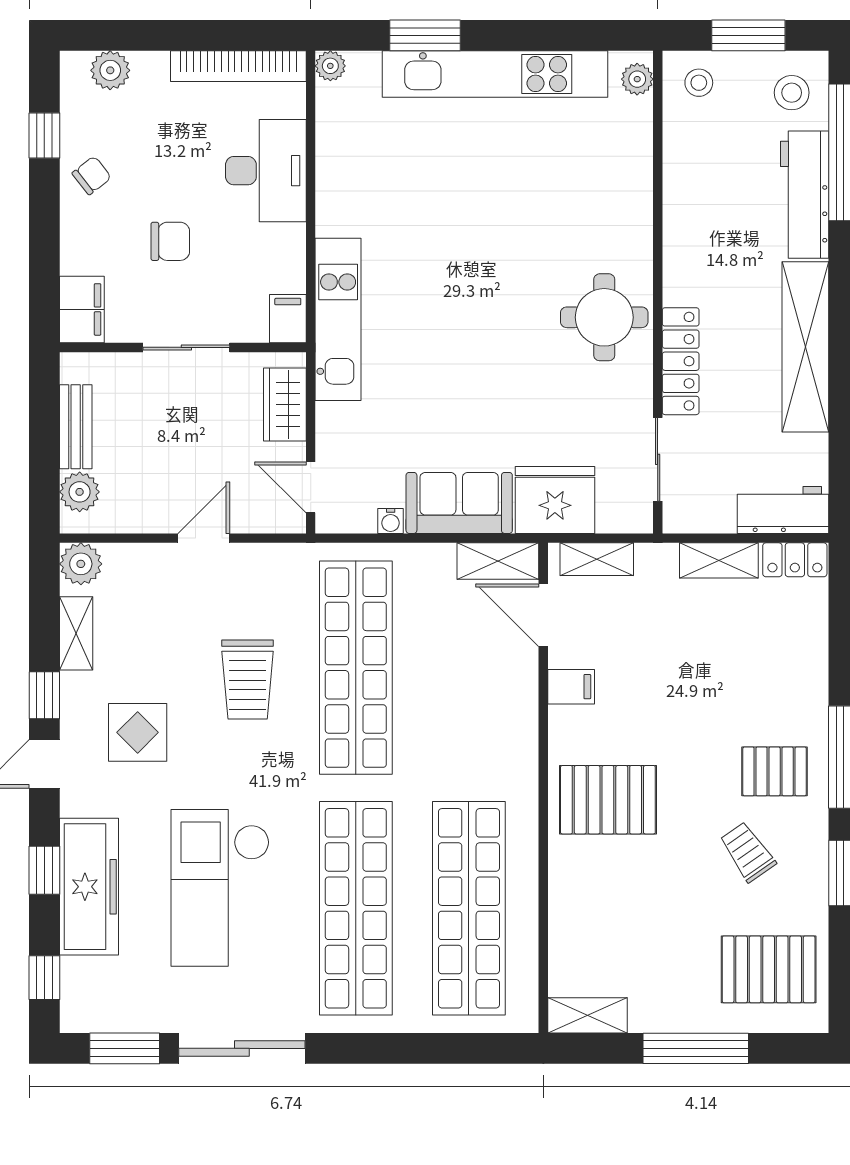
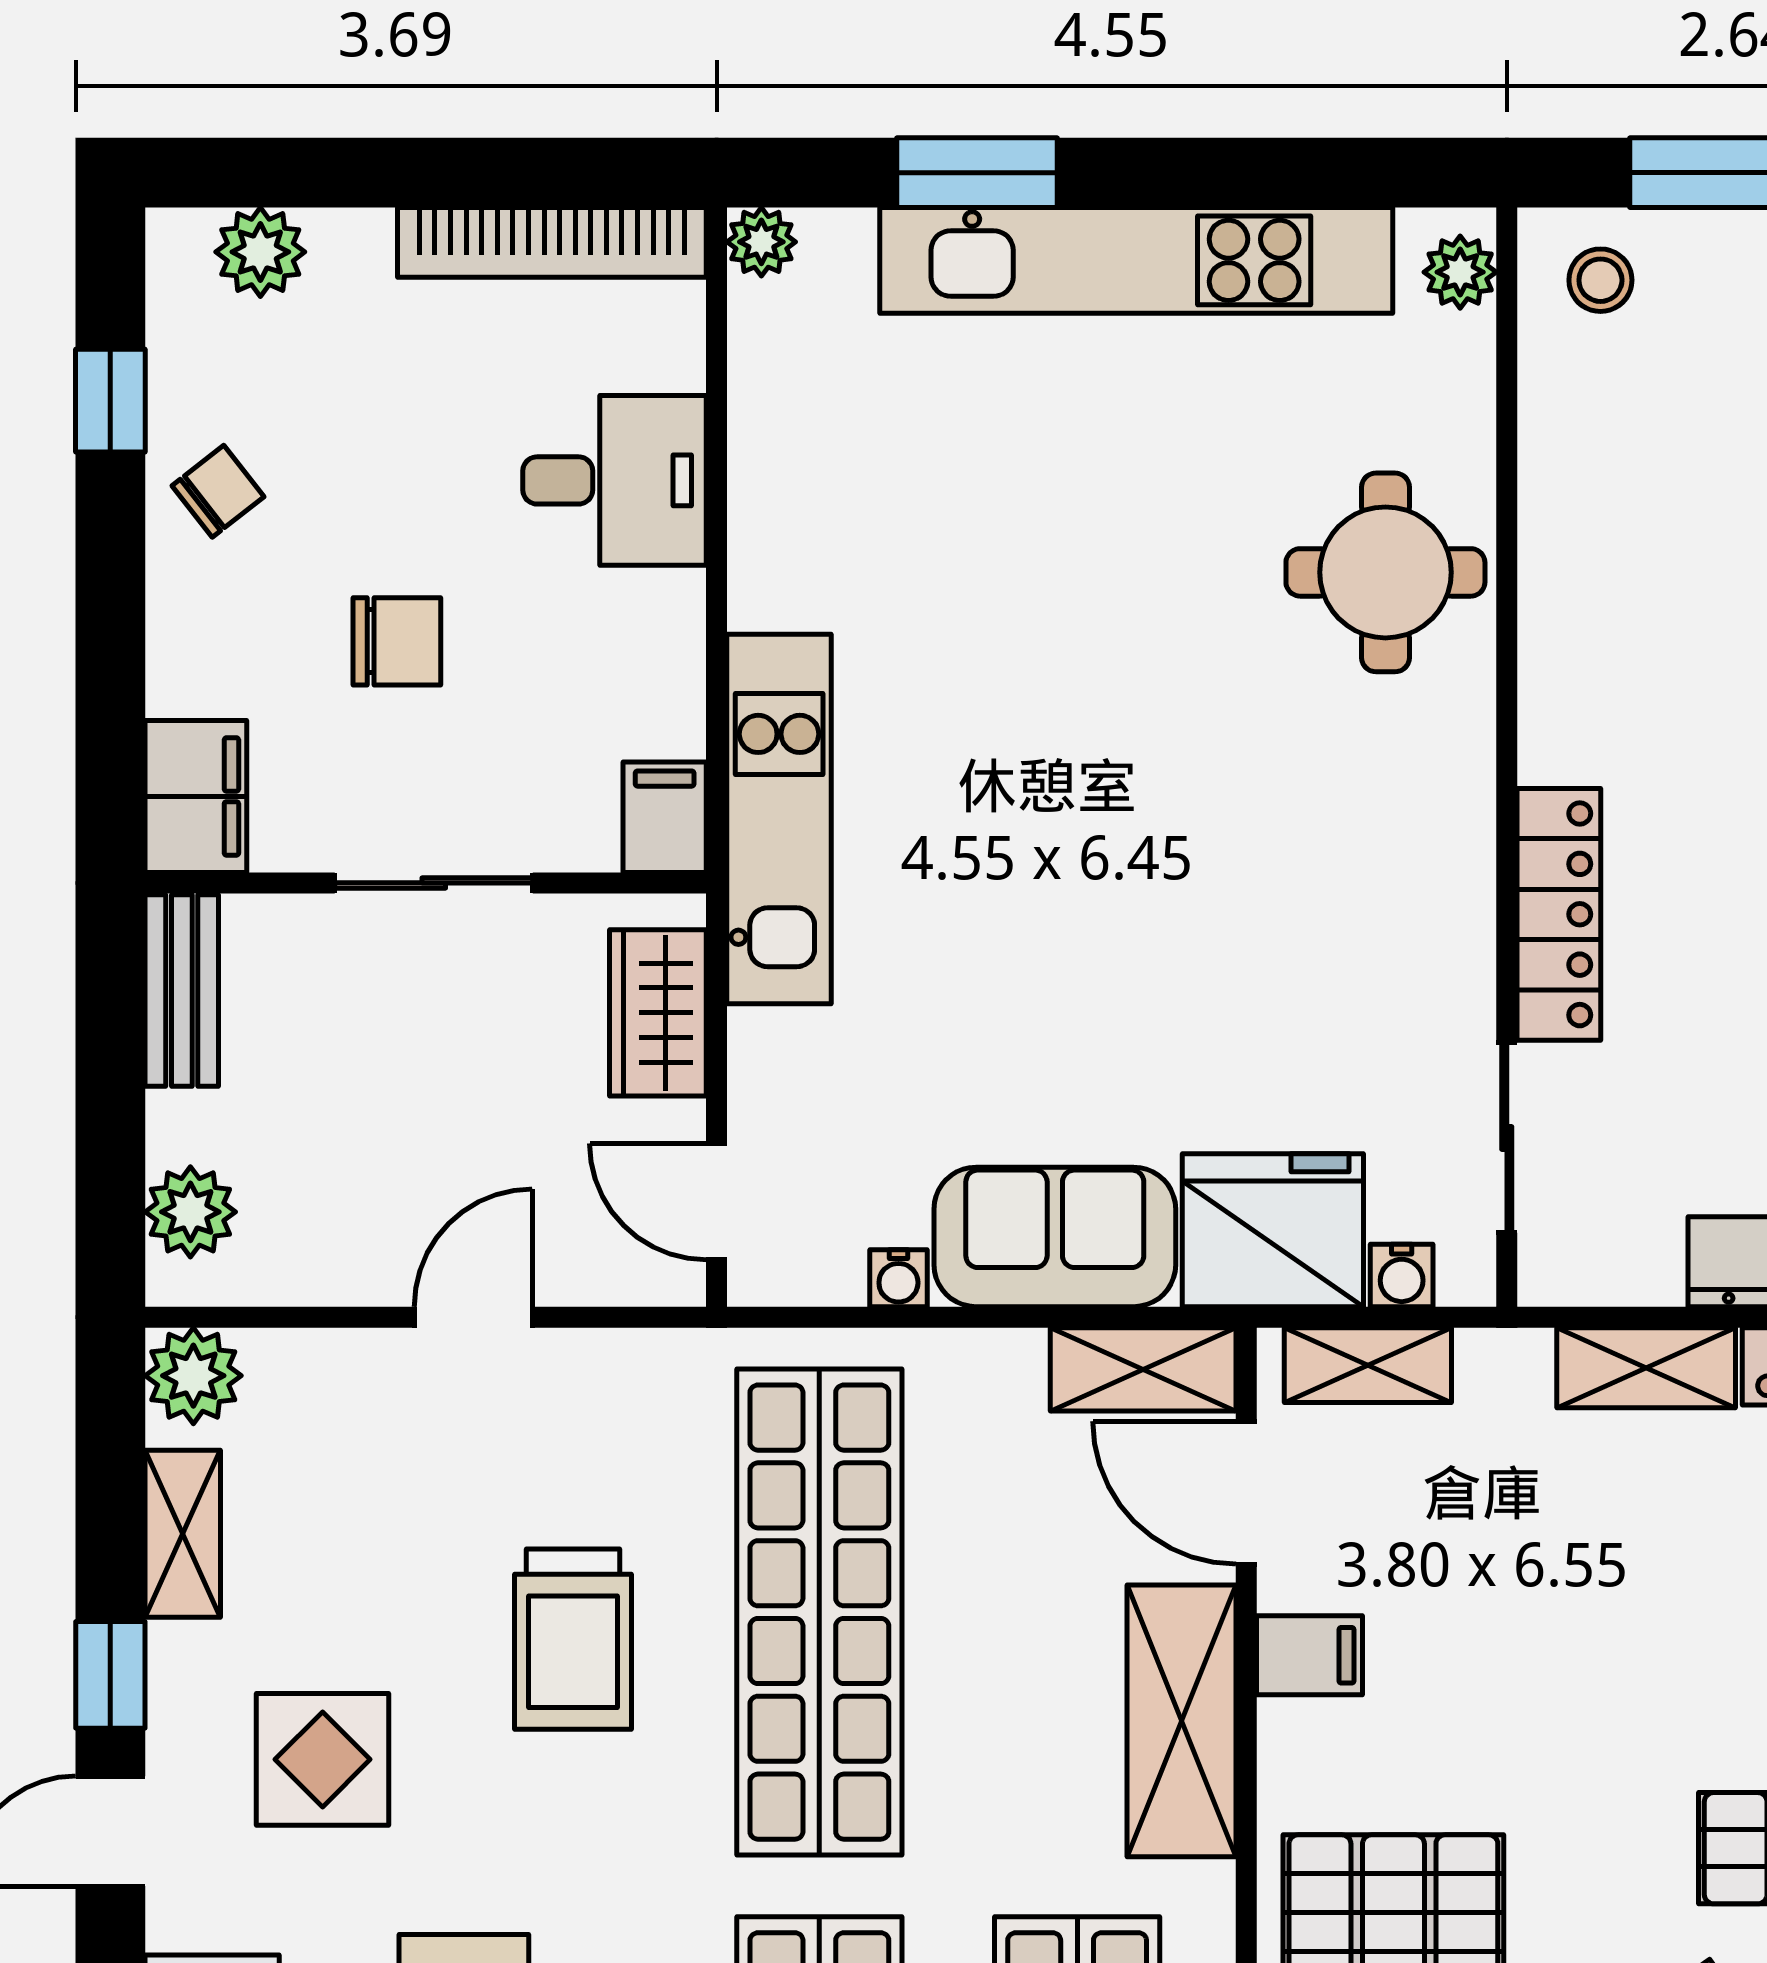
desk: (266, 171) -> (615, 480), width x0.73
round table: (604, 317) -> (1385, 572), moved
bench: (76, 427) -> (182, 990), moved
water cooler: (612, 520) -> (1402, 1275), added
shelving: (515, 715) -> (1181, 1721), added

